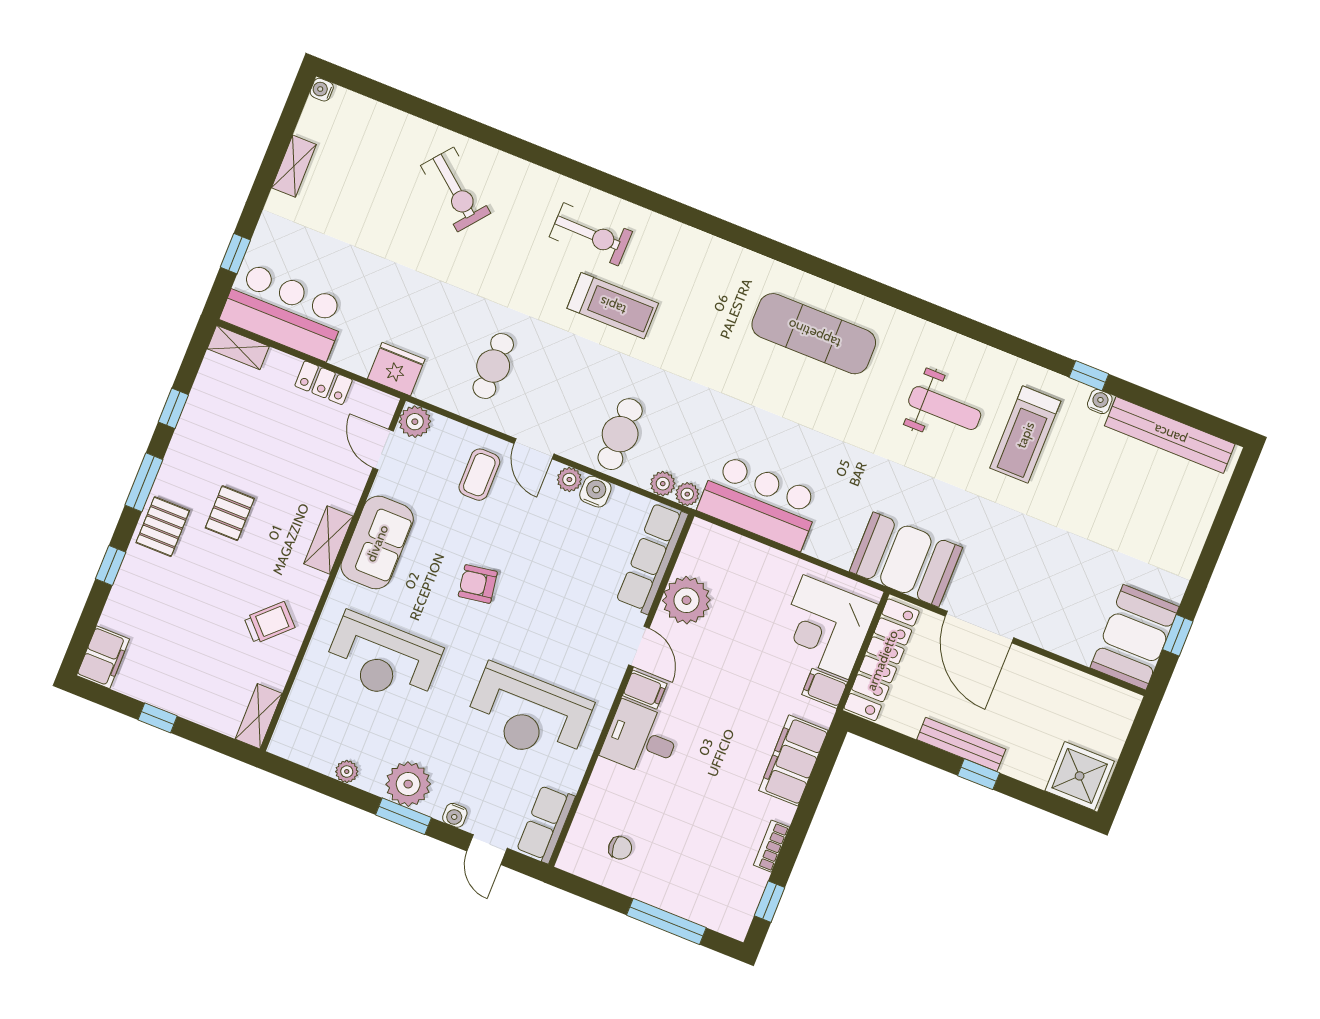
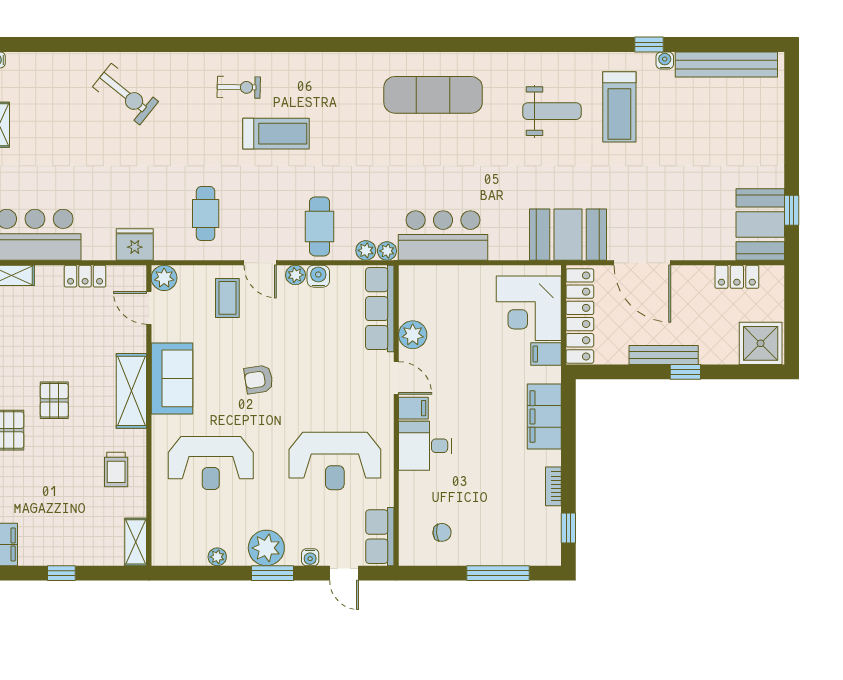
exercise bike: (591, 234) -> (239, 87), width x0.73, depth x0.72
shelving: (329, 540) -> (131, 391), width x1.50, depth x1.33
plant: (686, 600) -> (413, 335), width x0.73, depth x0.73
trolley: (270, 623) -> (116, 470), turned 134
locker: (1083, 687) -> (737, 277), added

